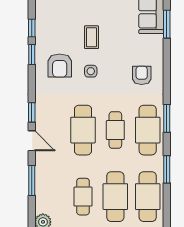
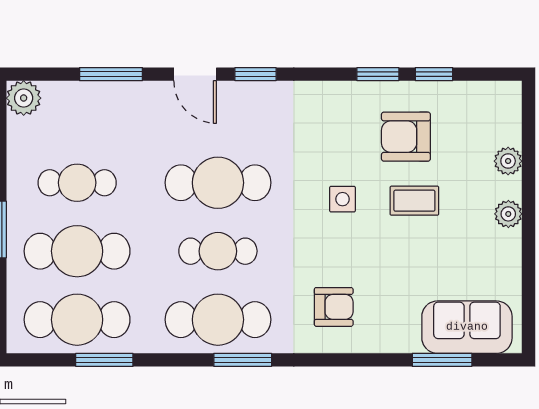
armchair: (60, 66) -> (406, 137), moved
door: (32, 141) -> (195, 74), hinge flipped
window: (167, 169) -> (104, 360), moved

